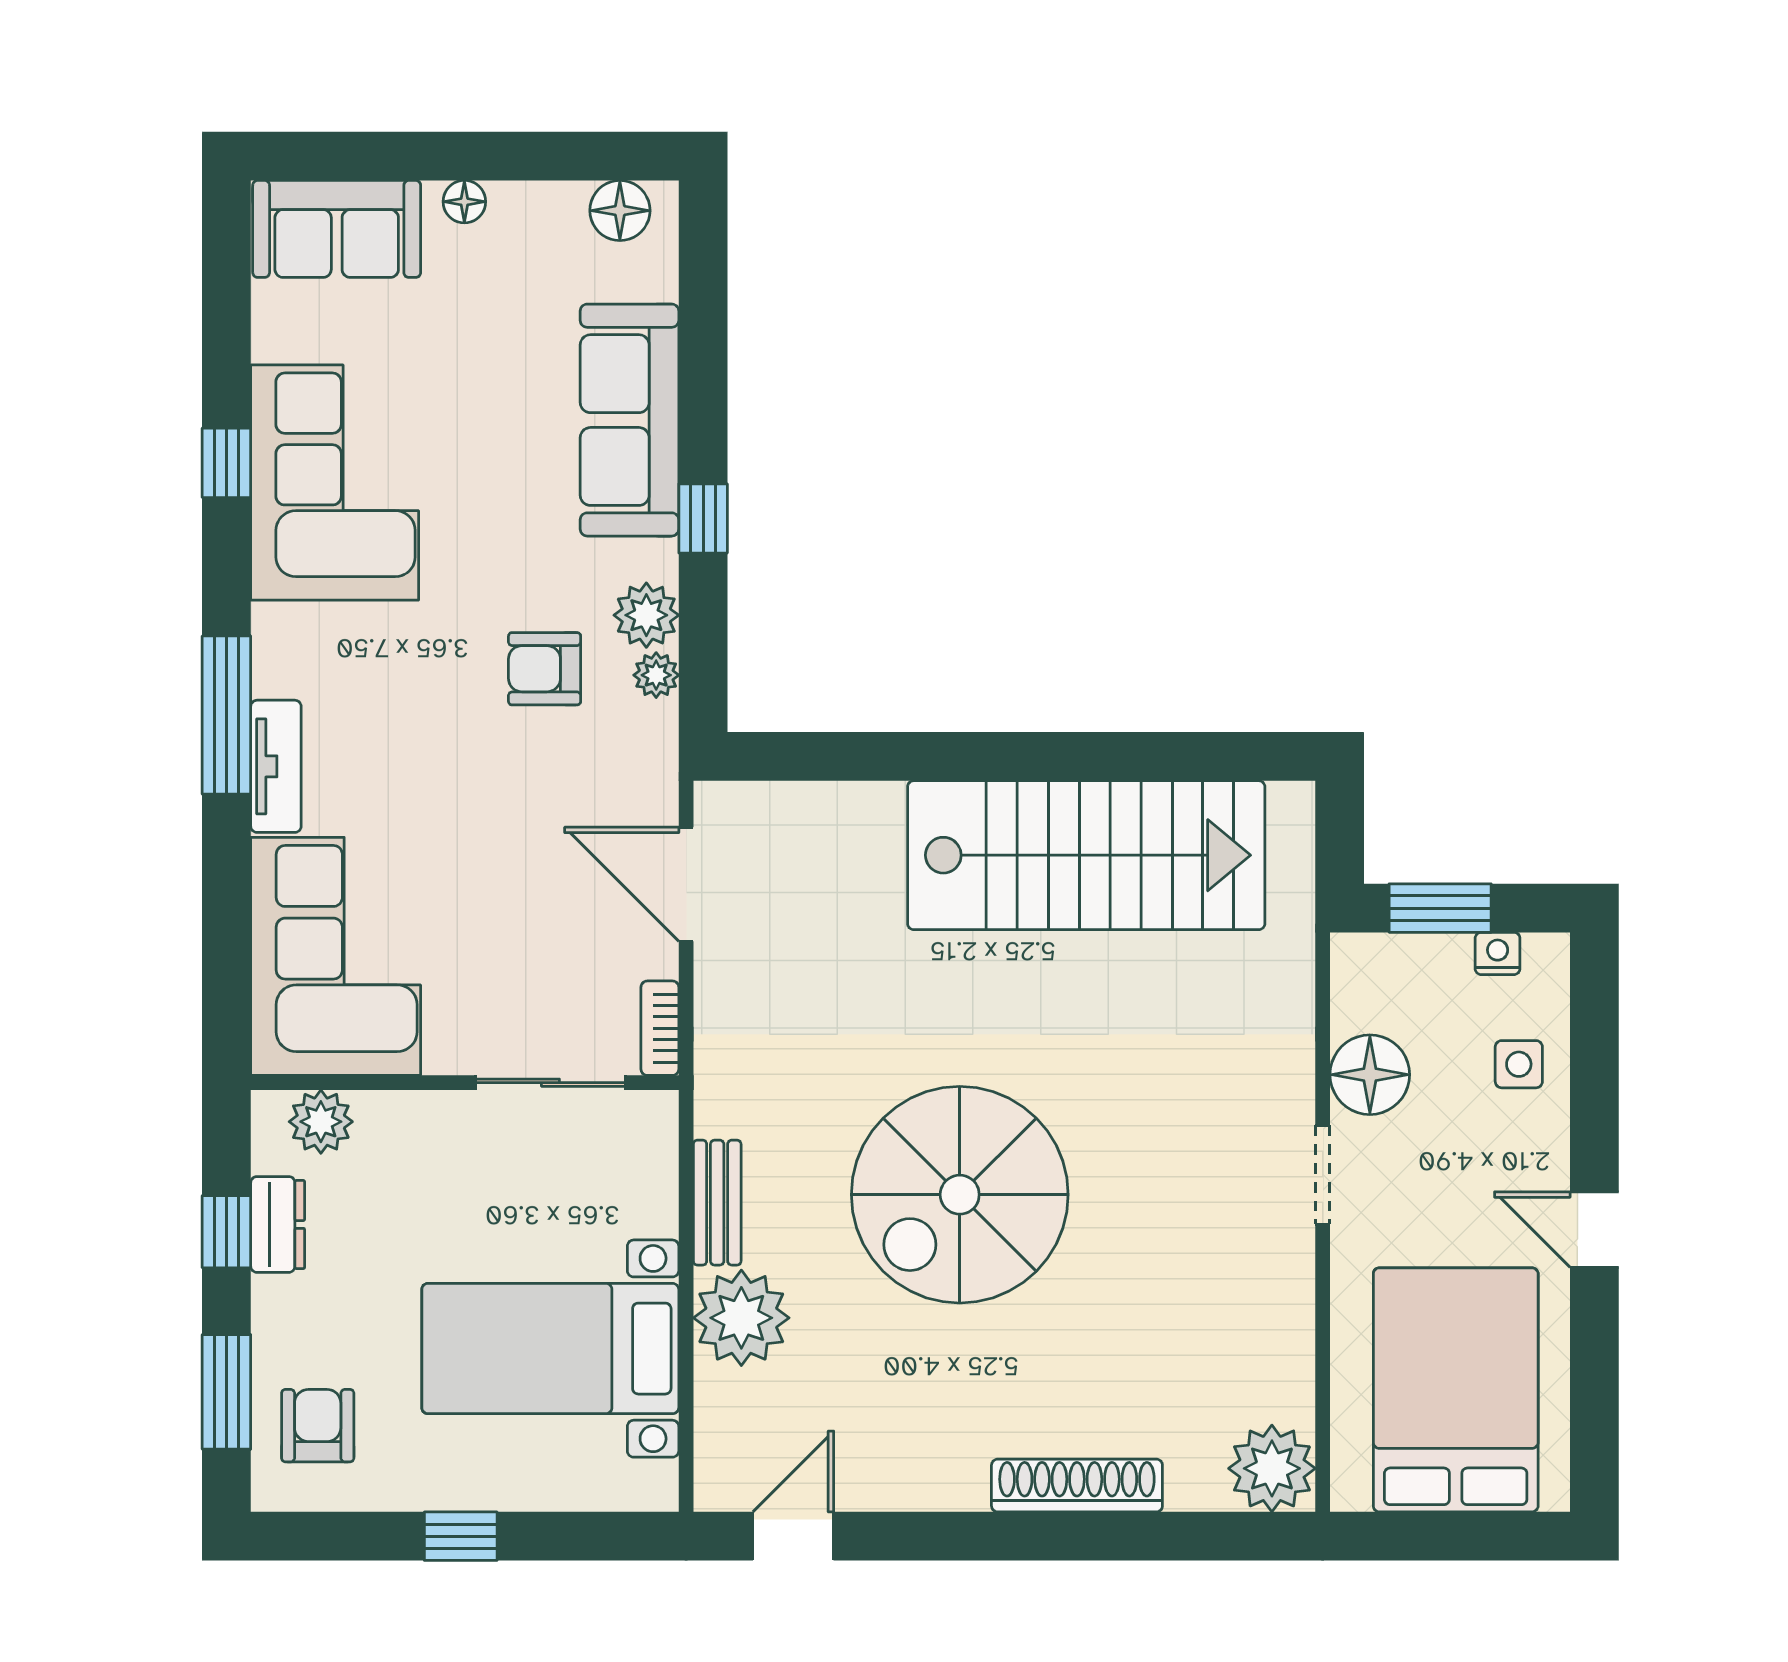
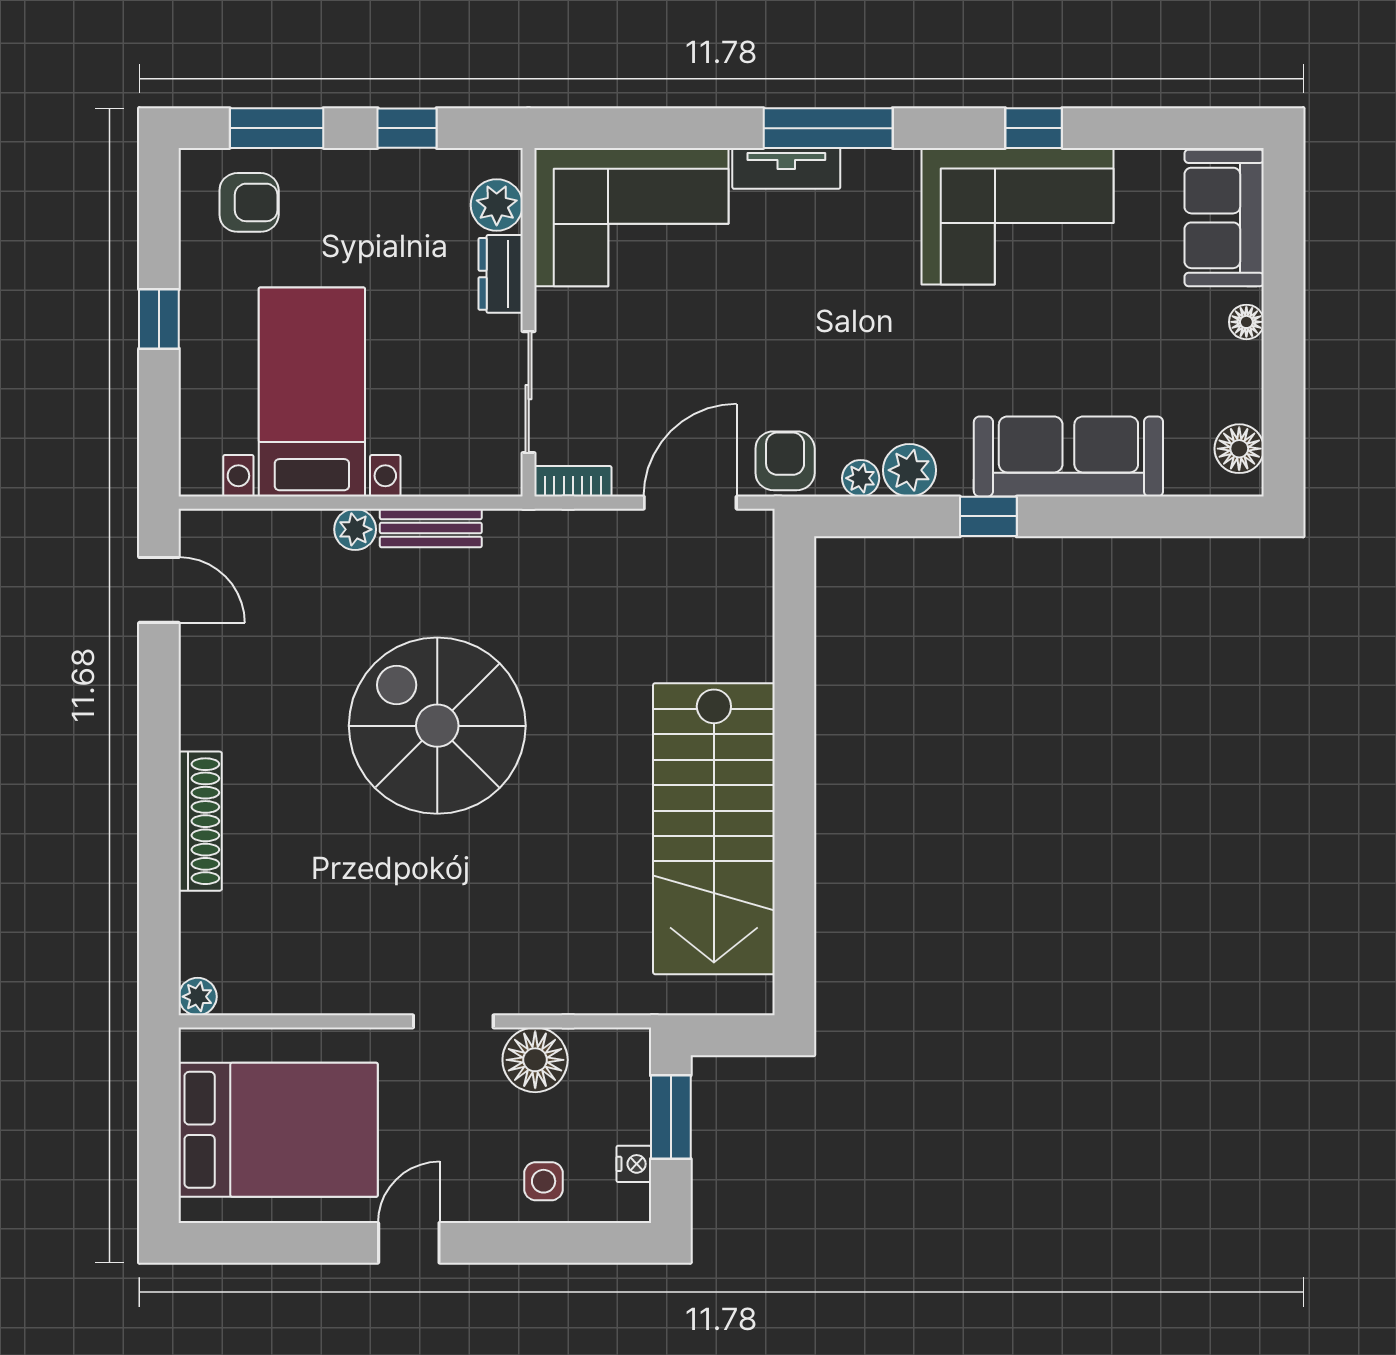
armchair: (545, 669) -> (785, 461), moved
dresser: (278, 1224) -> (501, 274), moved, turned 90
plant: (741, 1318) -> (355, 529), width x0.53, depth x0.53
plant: (1272, 1468) -> (198, 997), width x0.53, depth x0.53

